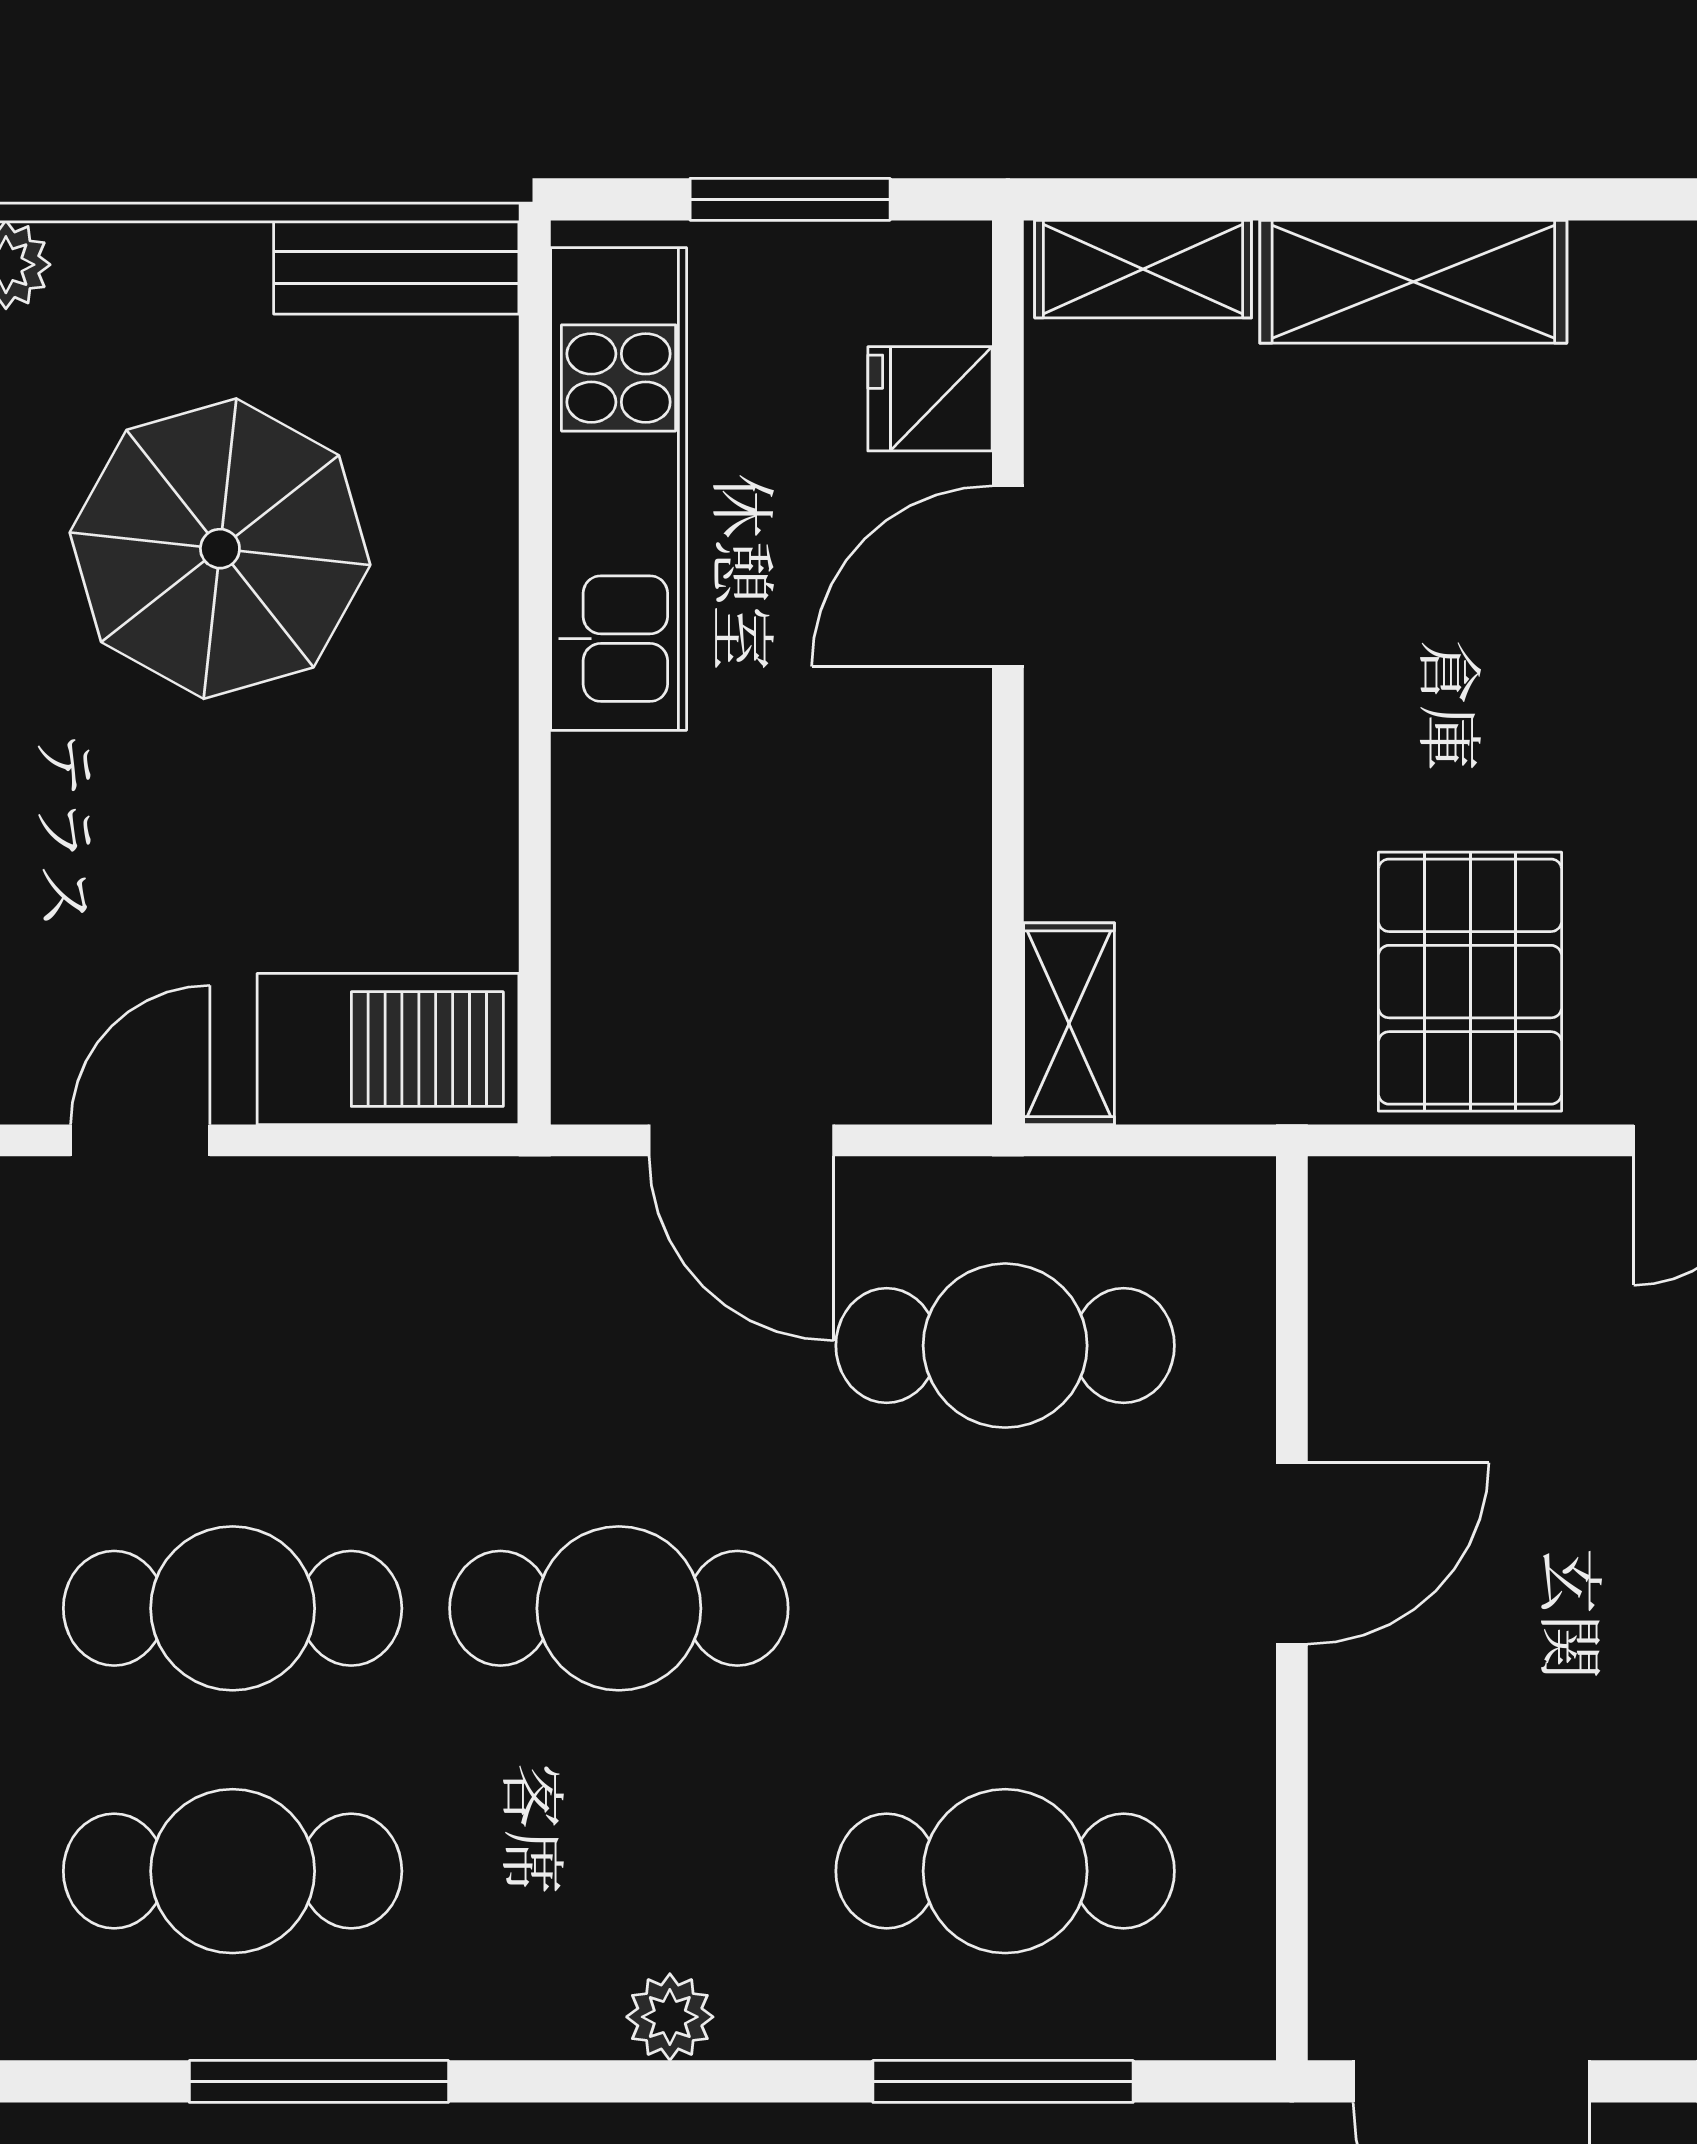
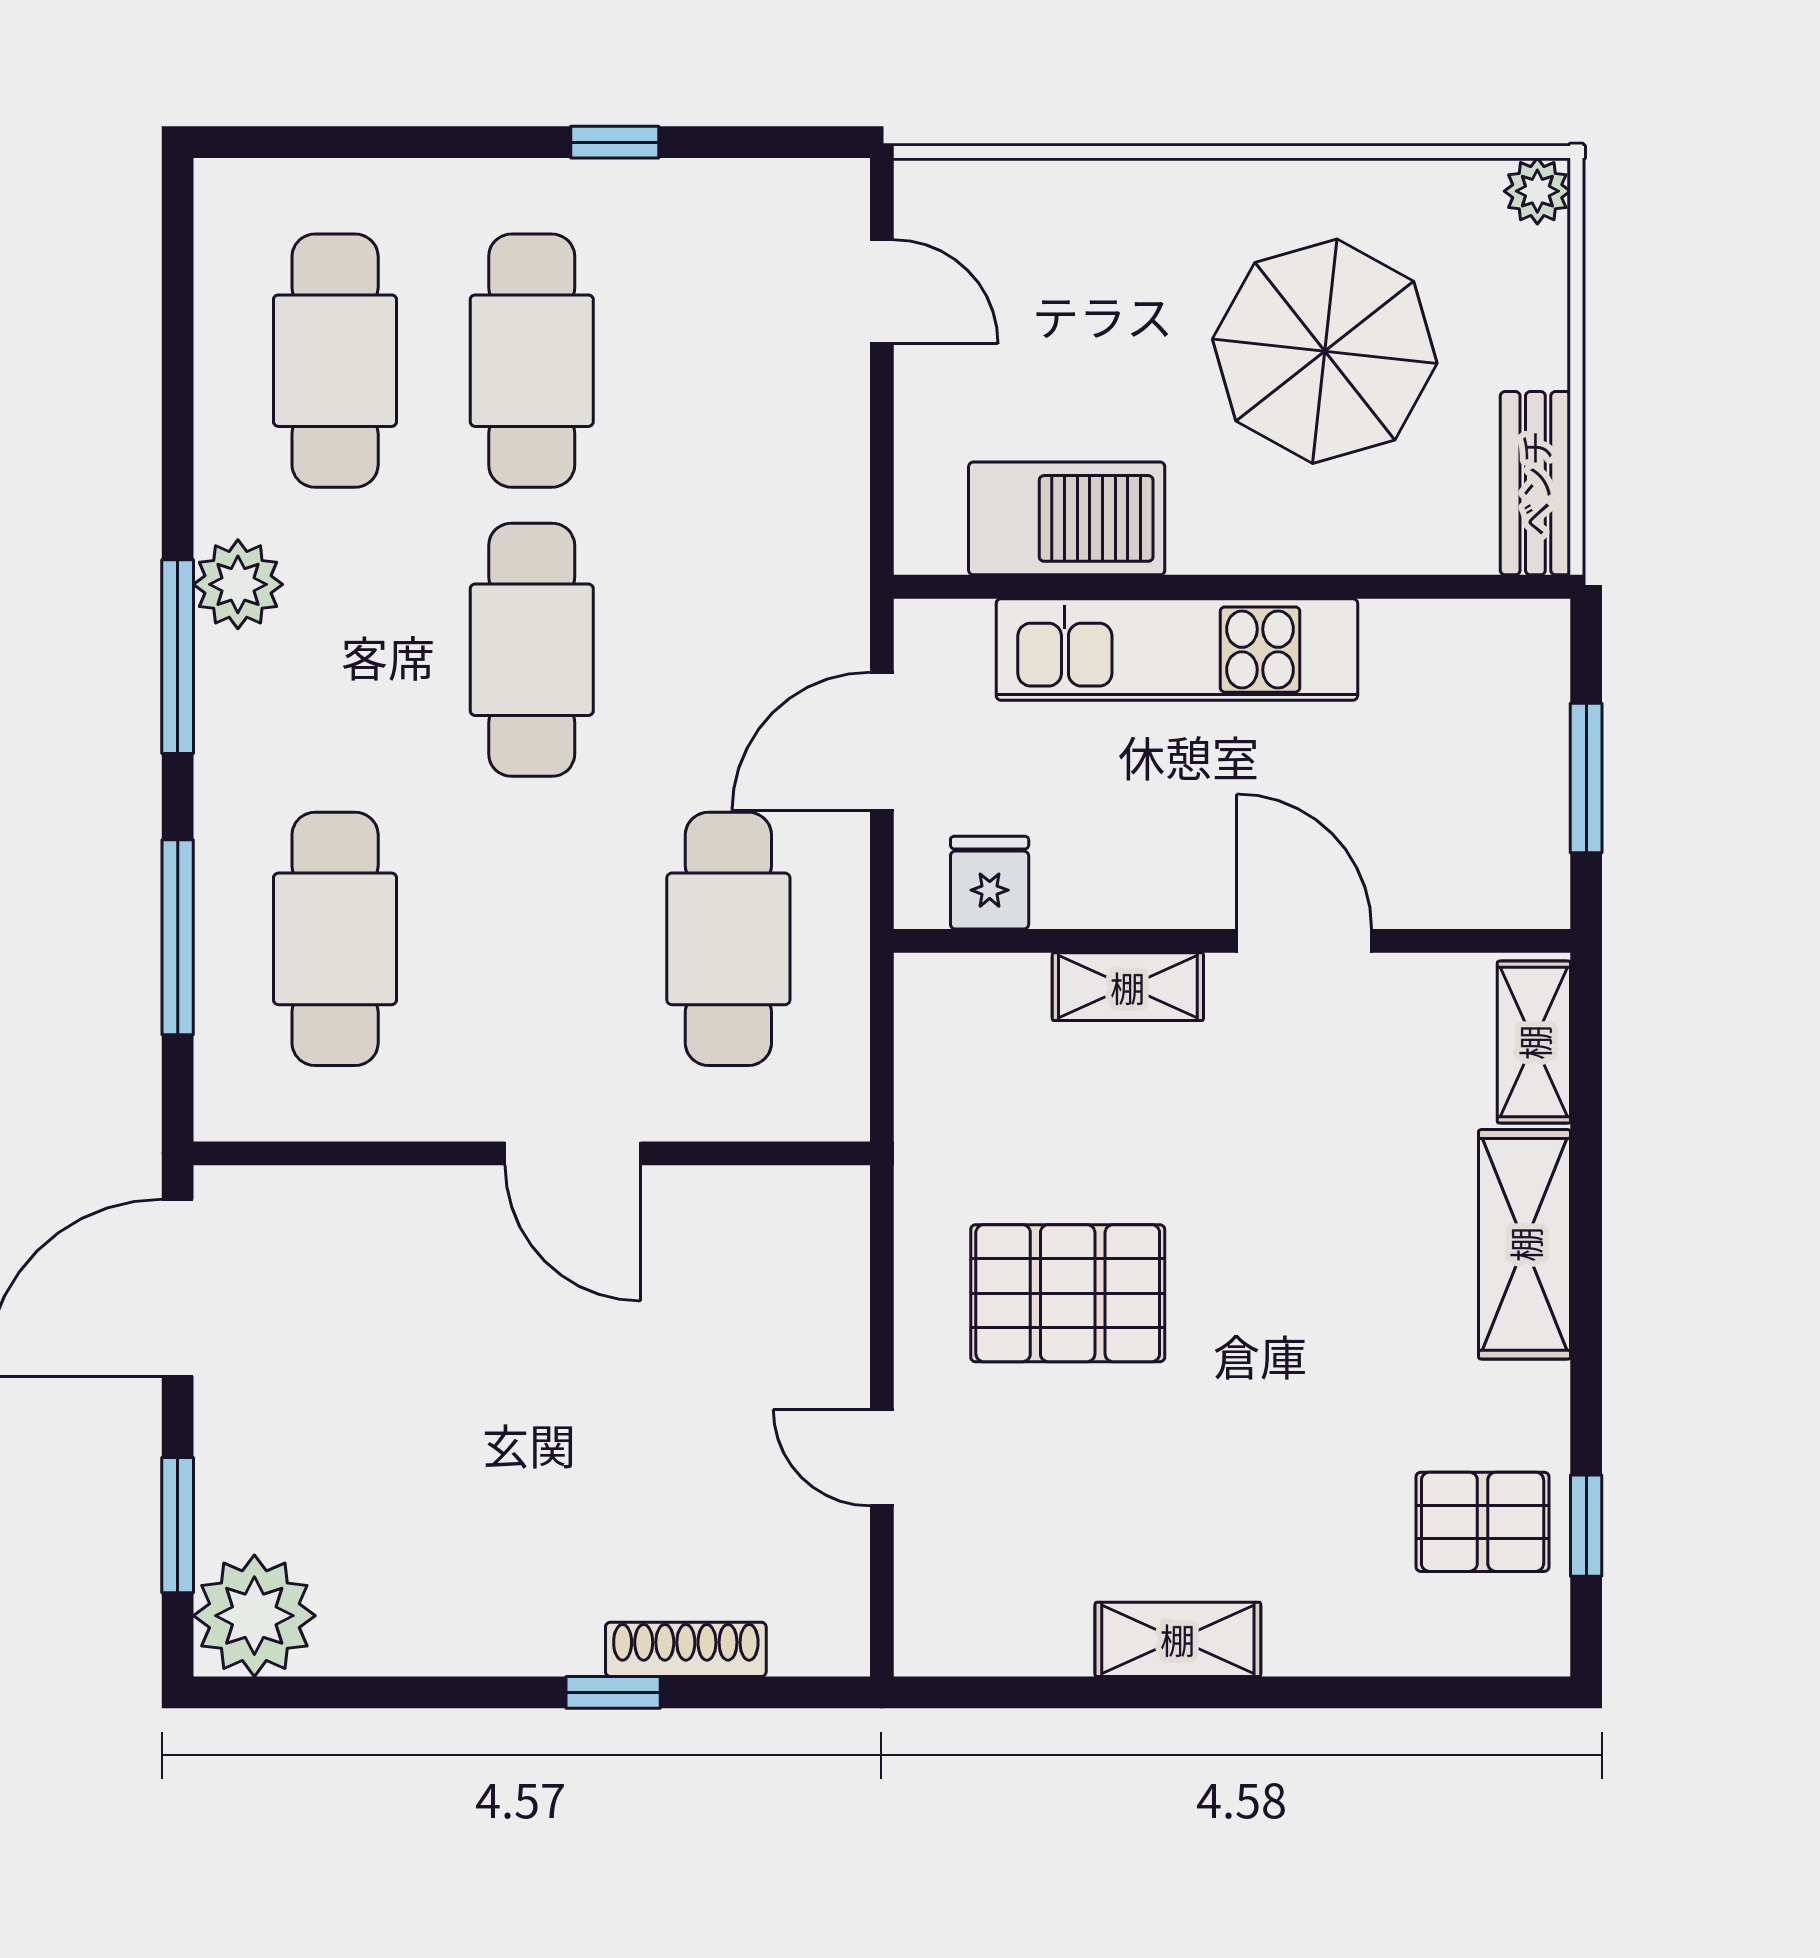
fridge: (930, 399) -> (990, 883), moved
kitchen unit: (619, 489) -> (1177, 650), moved
pallet: (1470, 982) -> (1068, 1293), moved
shelving: (1069, 1024) -> (1128, 987), moved
barbecue: (388, 1049) -> (1067, 518), moved, turned -90
plant: (670, 2017) -> (238, 584), moved, width x1.38, depth x1.38
window: (319, 2081) -> (178, 657), moved

